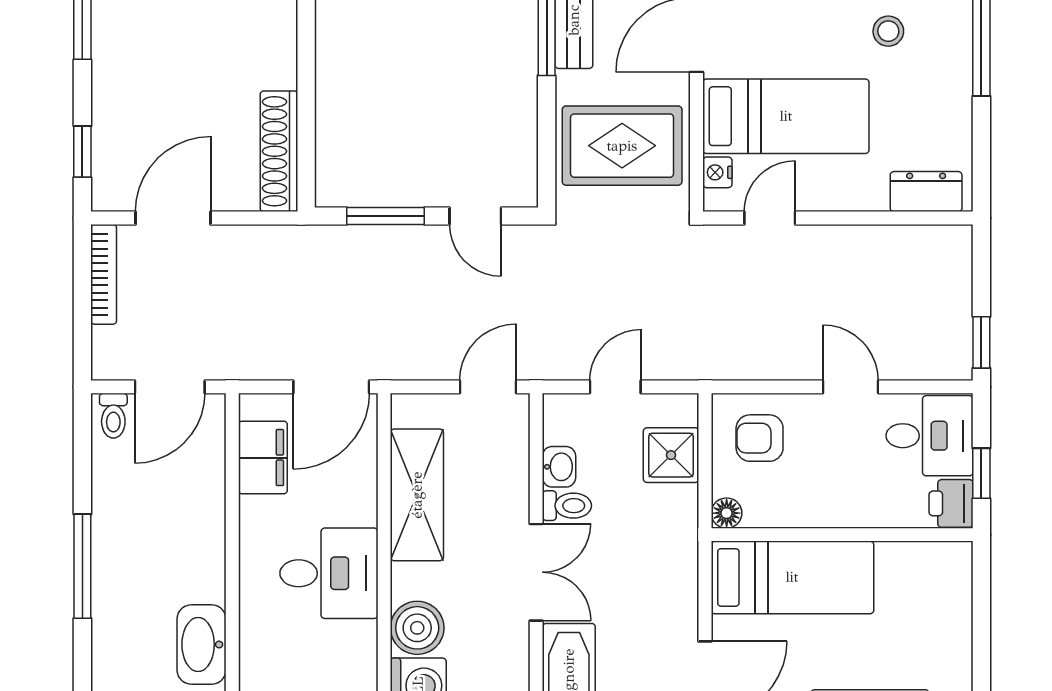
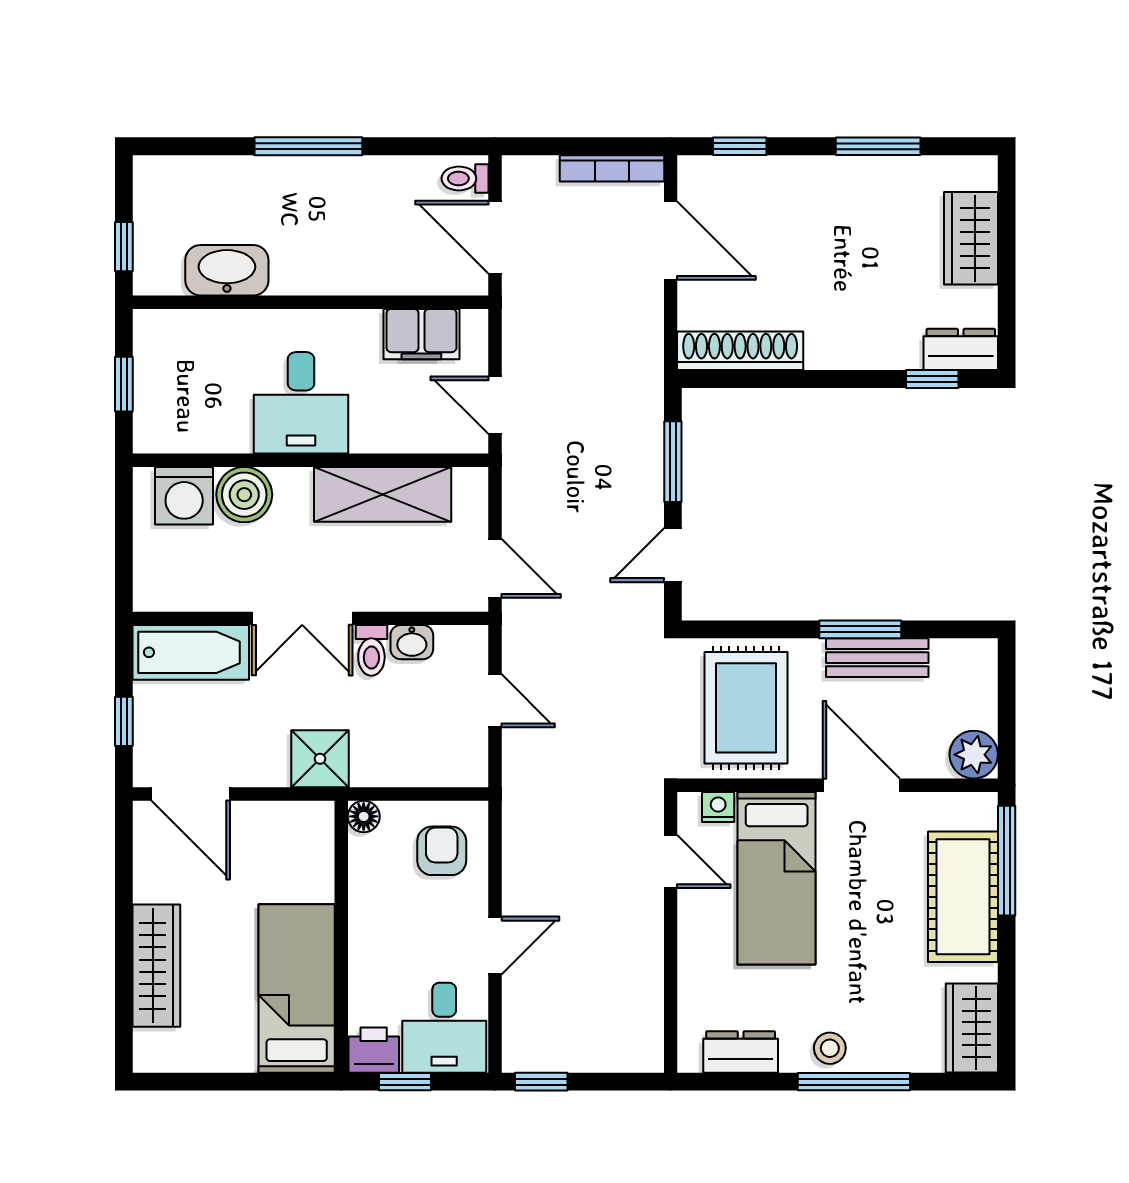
stool: (888, 31) -> (830, 1048), moved
dresser: (926, 192) -> (741, 1052), moved, turned -90
door: (331, 387) -> (495, 405), width x0.73
shower: (671, 455) -> (320, 759), moved
bed: (792, 577) -> (297, 988), moved, turned 180

